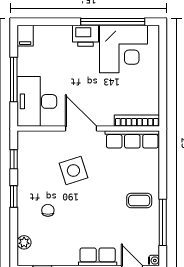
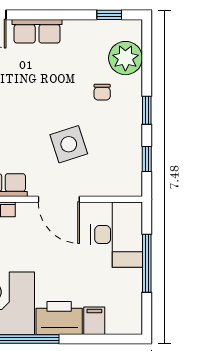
filing cabinet: (25, 36) -> (94, 321), moved
printer: (86, 36) -> (59, 318), width x1.37, depth x1.19
plant: (24, 242) -> (125, 58), width x1.88, depth x1.88

